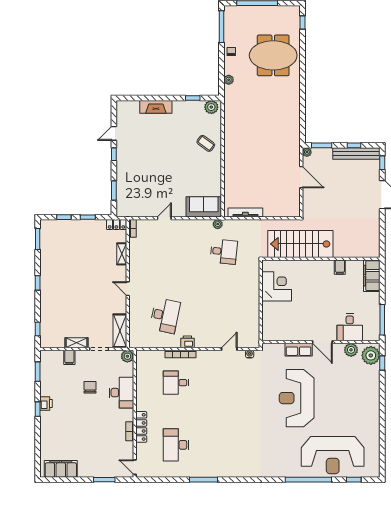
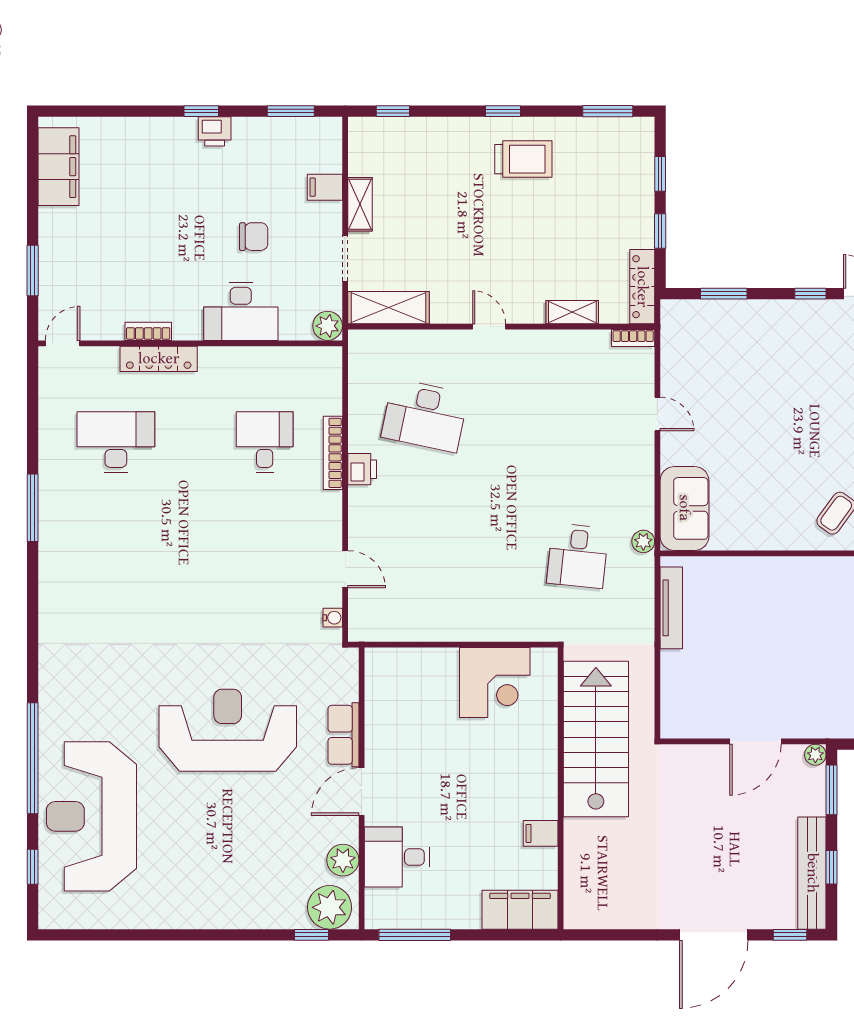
locker: (116, 225) -> (642, 287), width x1.53
trolley: (58, 274) -> (523, 159), added
door: (128, 289) -> (489, 327), hinge flipped

